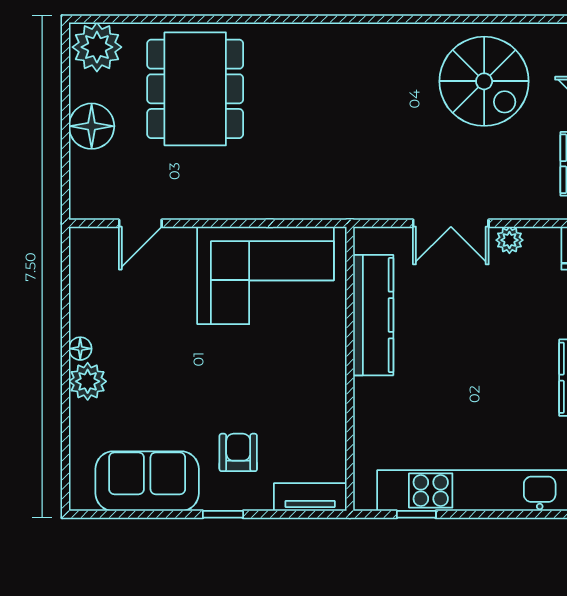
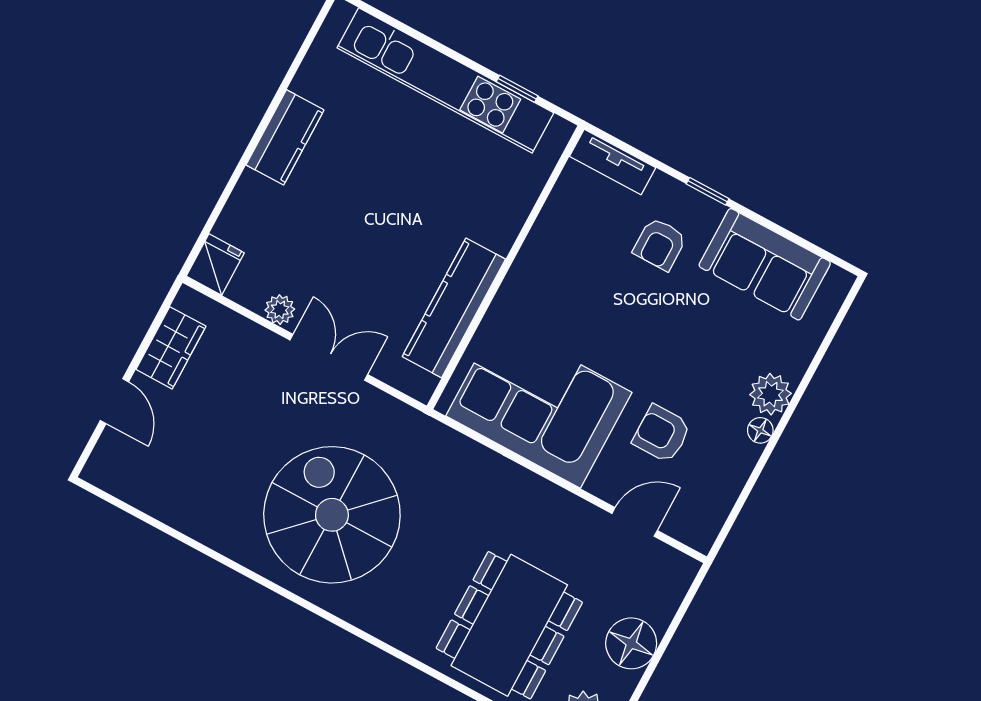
spiral stairs: (484, 81) -> (332, 515), moved, width x1.37, depth x1.37
armchair: (156, 304) -> (662, 434), added

